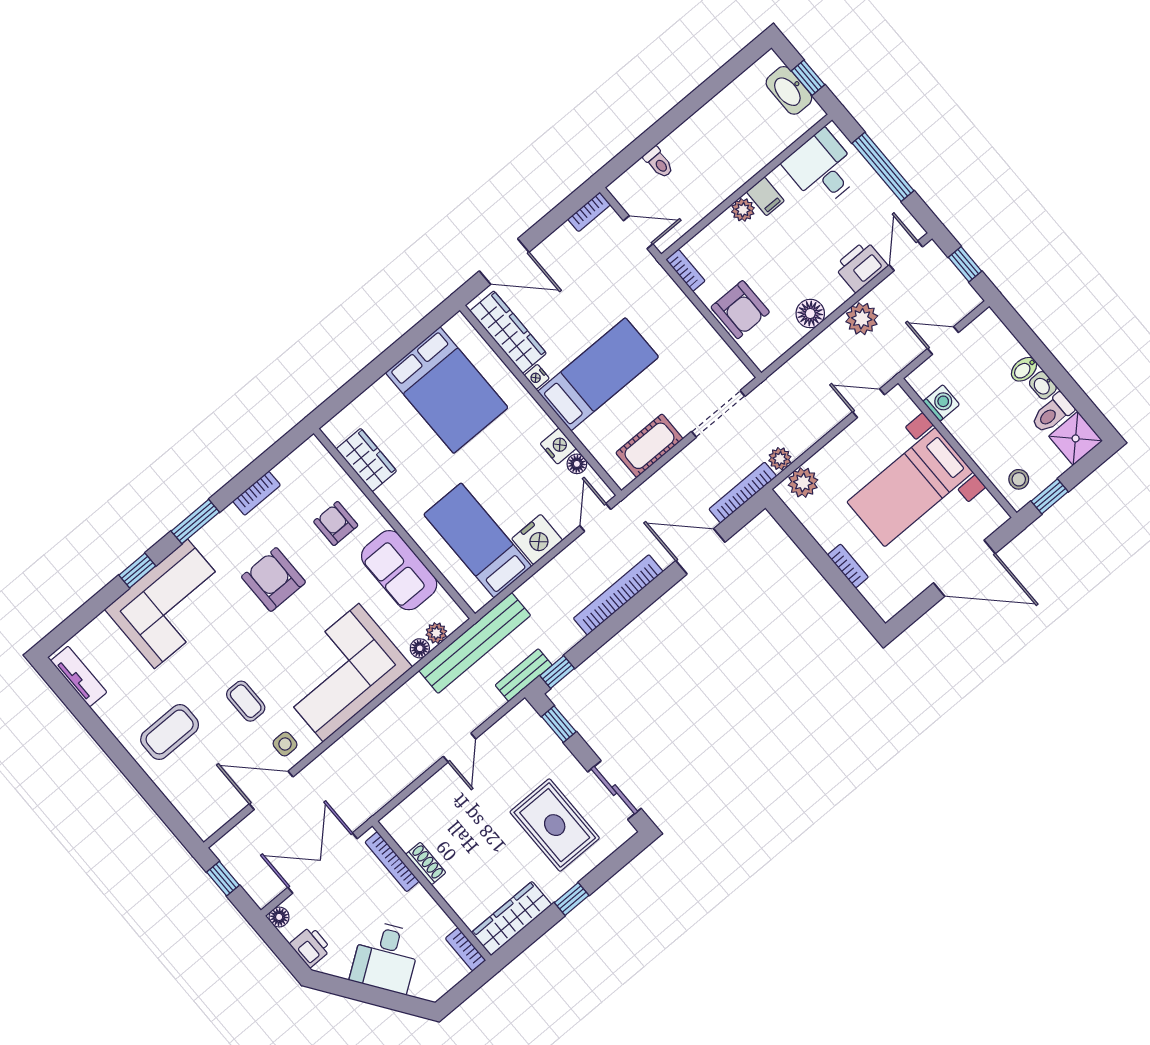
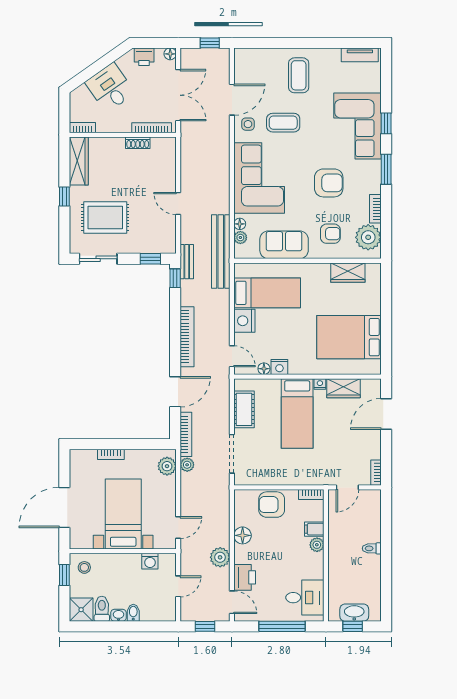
toilet: (659, 162) -> (372, 548), moved
filing cabinet: (765, 196) -> (314, 529), moved
wardrobe: (508, 332) -> (344, 388), width x0.67
plant: (300, 472) -> (368, 237), added
coffee table: (246, 701) -> (283, 123), width x1.36, depth x1.30

